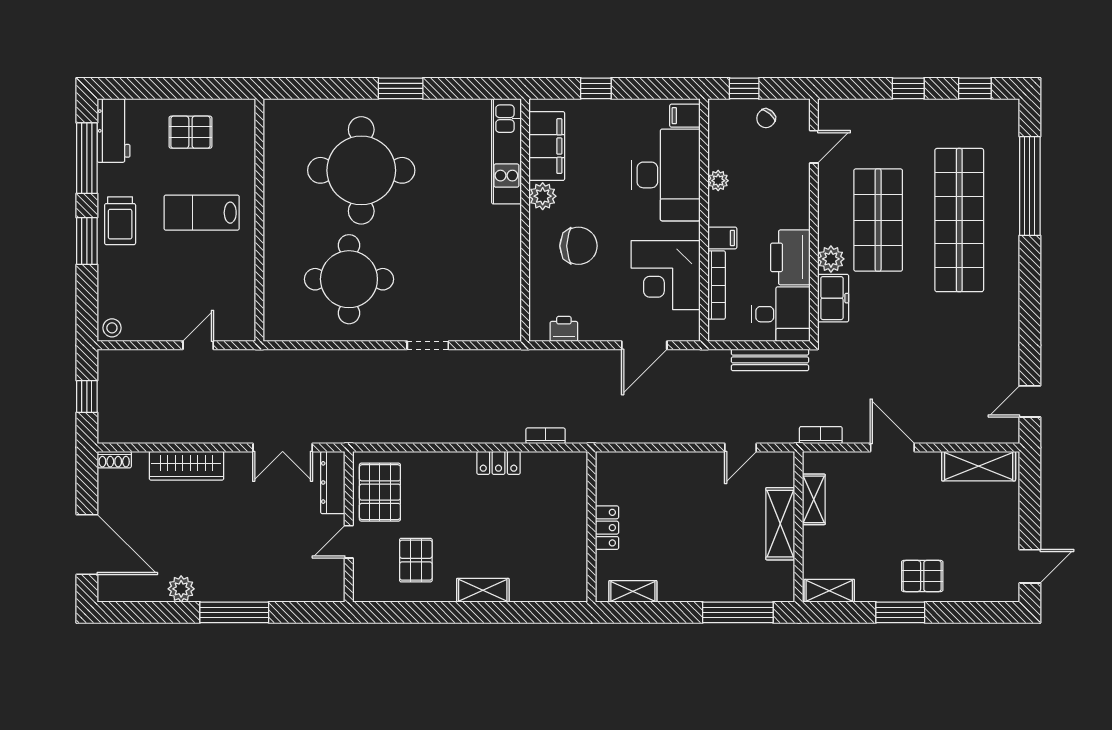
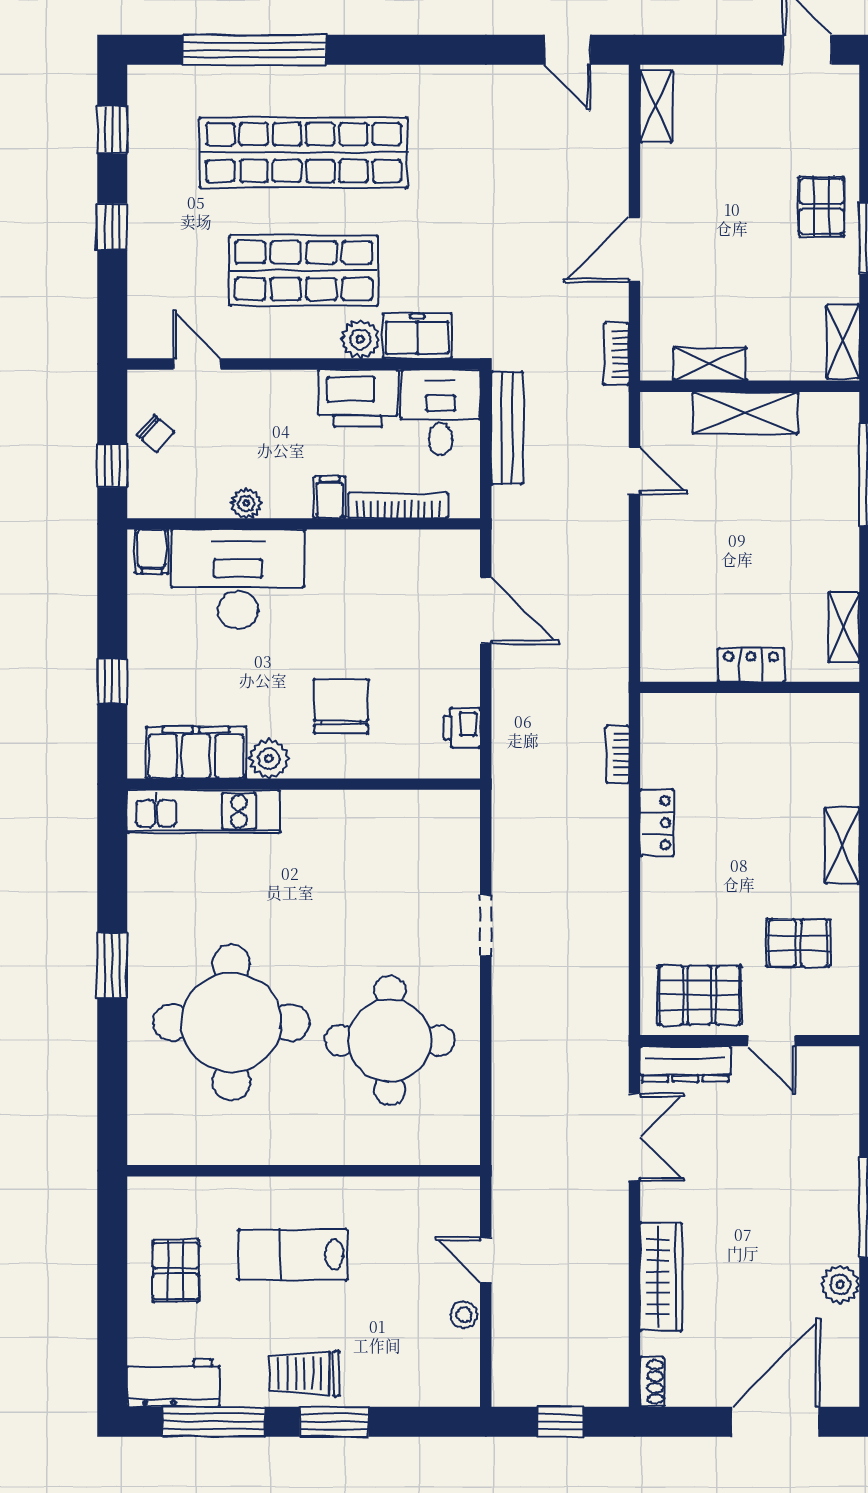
lab bench: (202, 213) -> (293, 1255), turned 90
trolley: (120, 221) -> (305, 1373), turned 180
corner desk: (666, 275) -> (384, 580), removed
stool: (112, 328) -> (464, 1315), moved
shelving: (979, 466) -> (656, 107), width x0.67, depth x0.75

